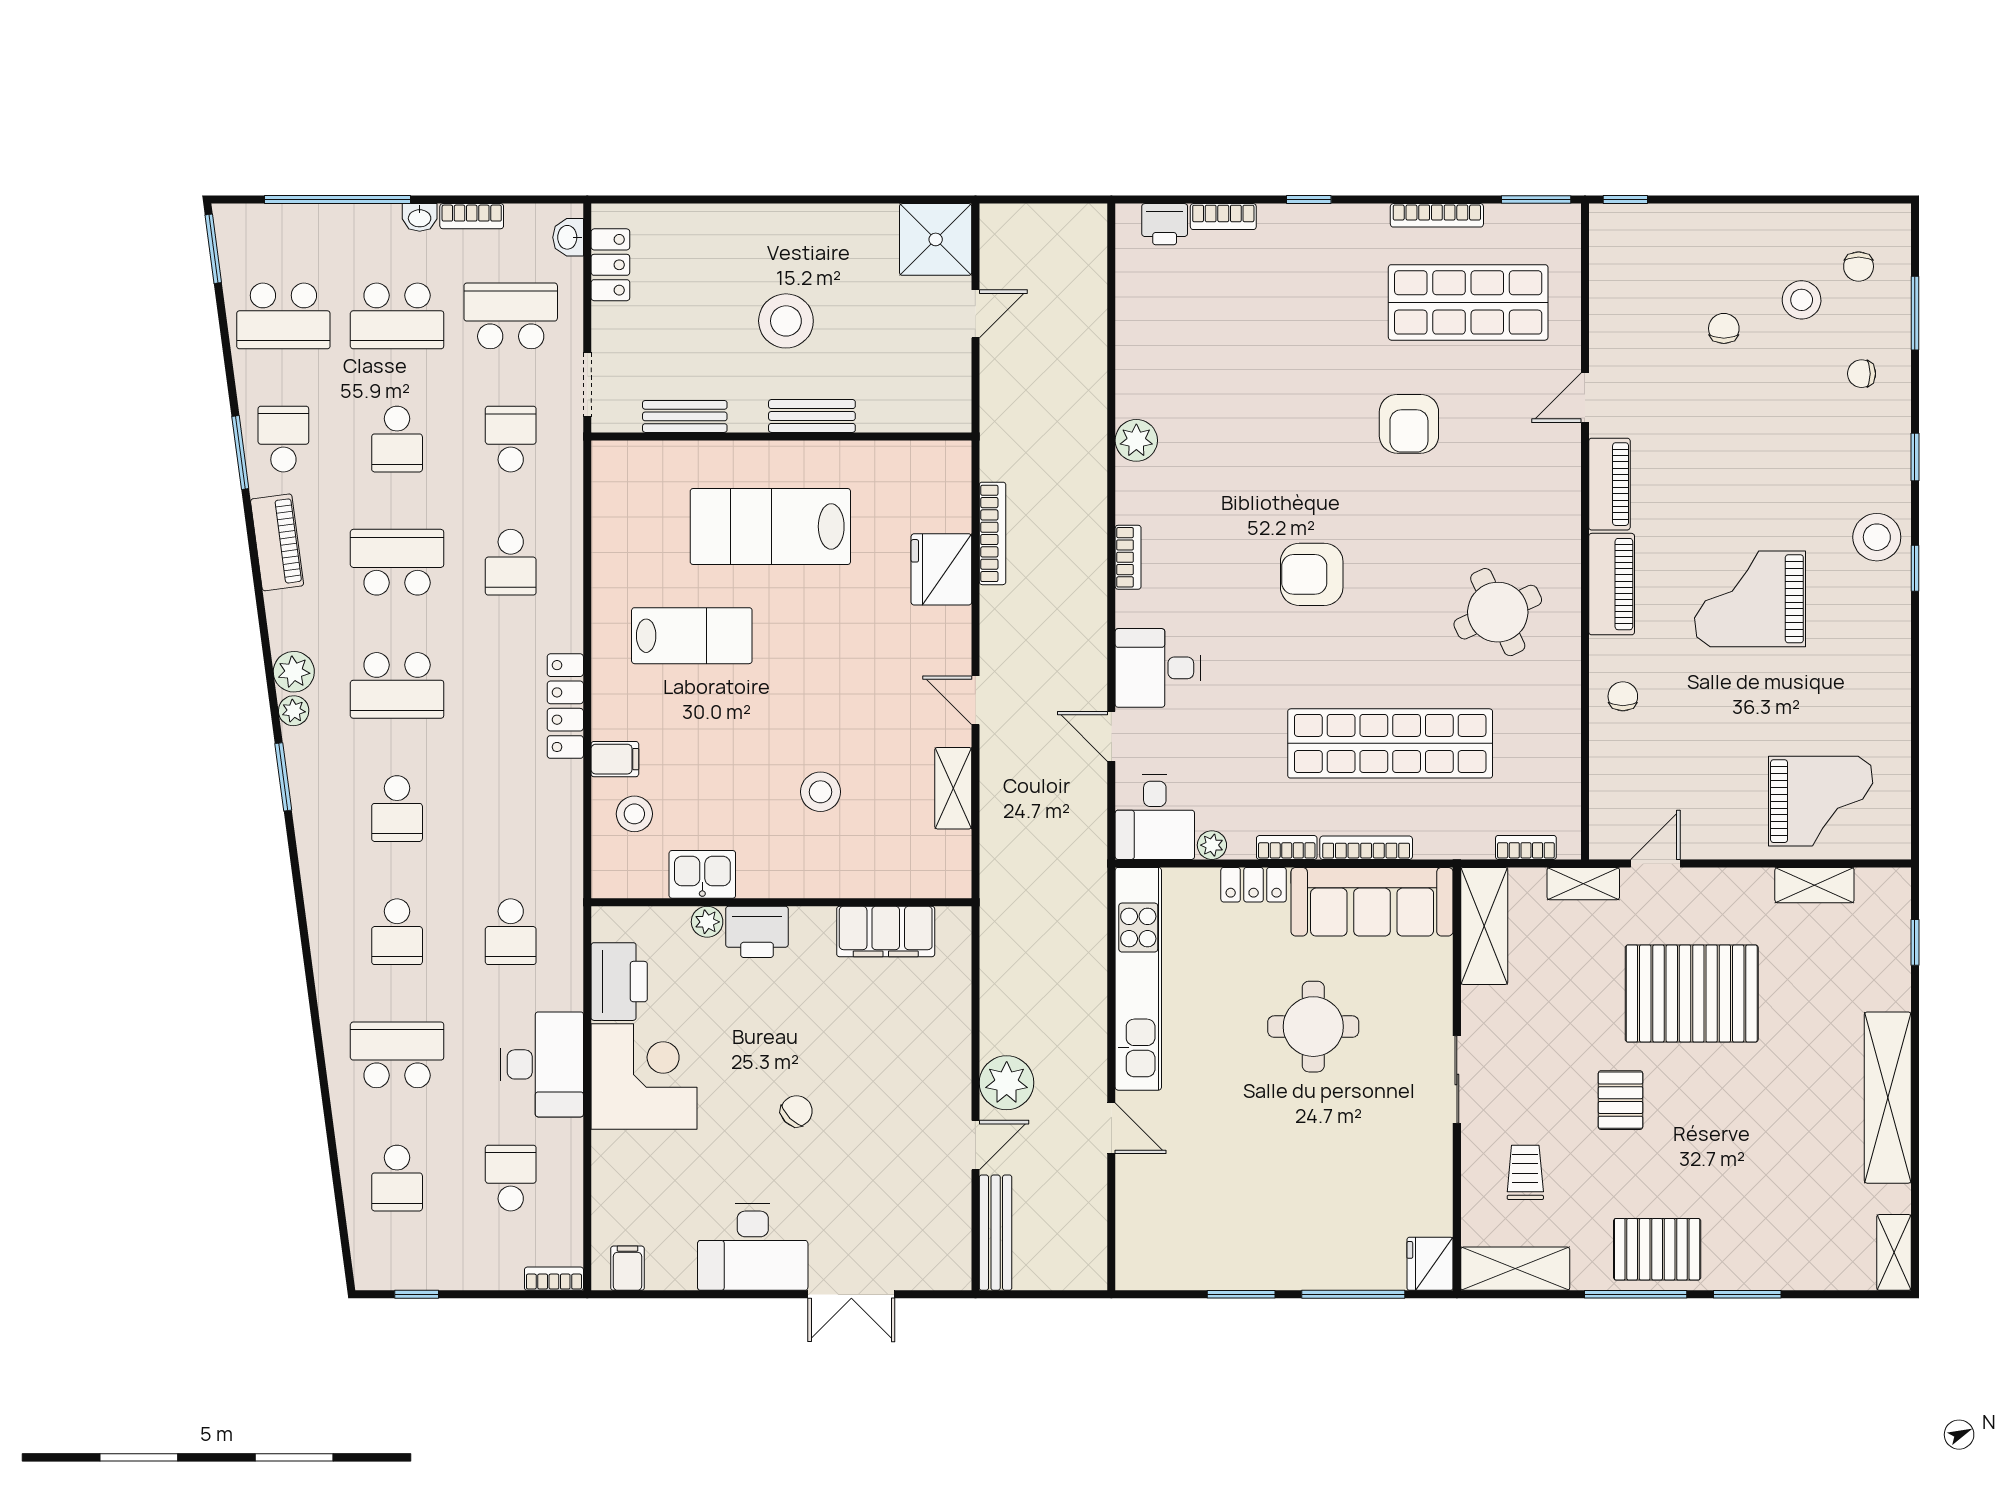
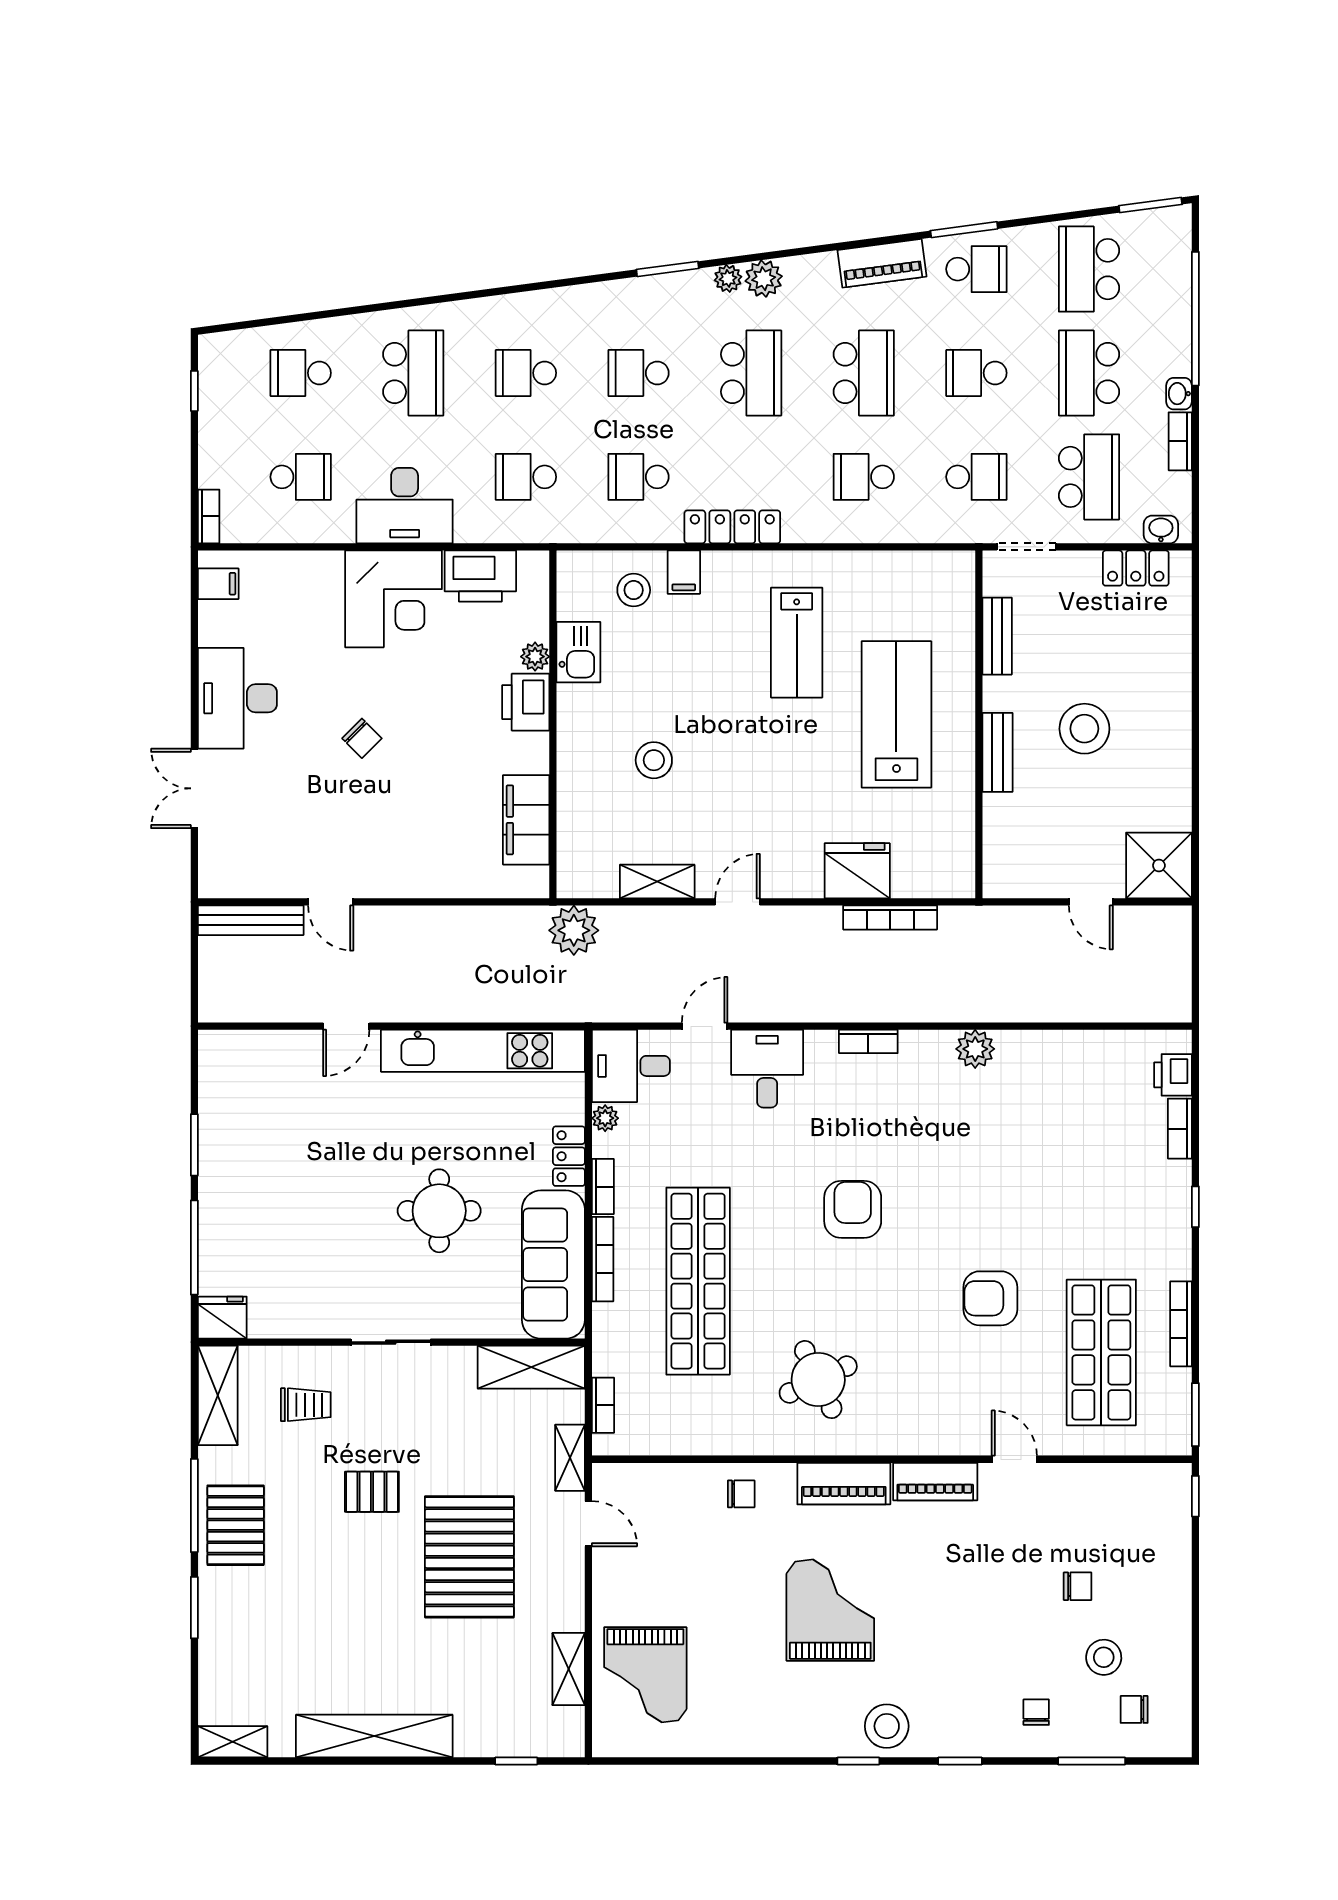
school desk: (397, 685) -> (751, 373), turned 180
school desk: (511, 809) -> (639, 477), added
plant: (1007, 1083) -> (574, 930), moved

